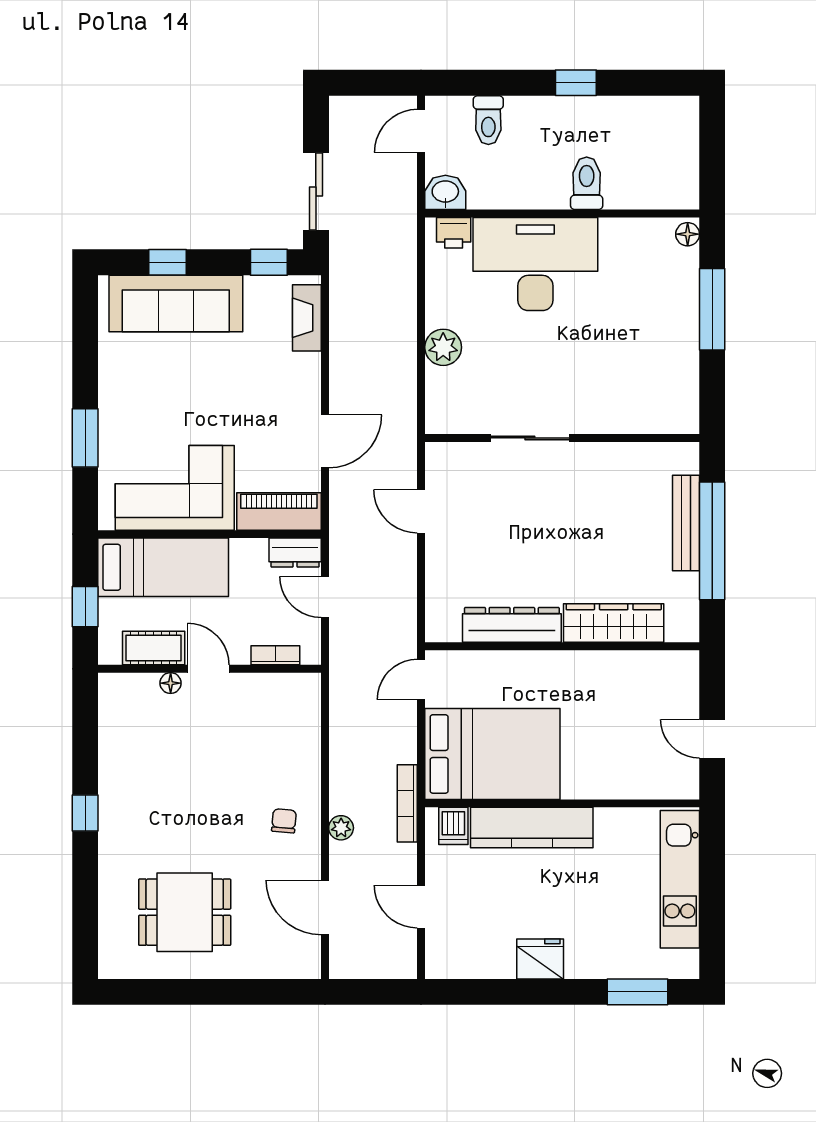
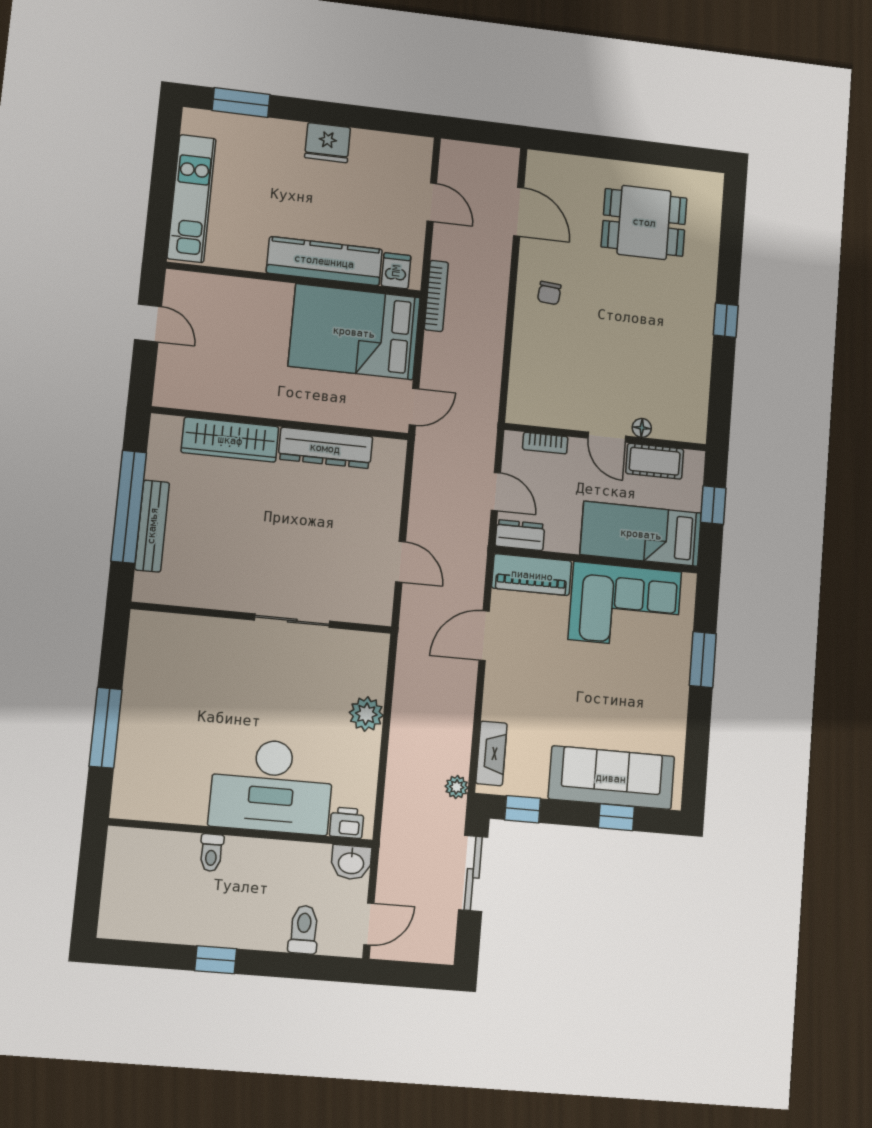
toilet: (587, 183) -> (211, 853), width x0.73, depth x0.72
floor lamp: (688, 234) -> (122, 802), removed
plant: (341, 828) -> (457, 787), moved

